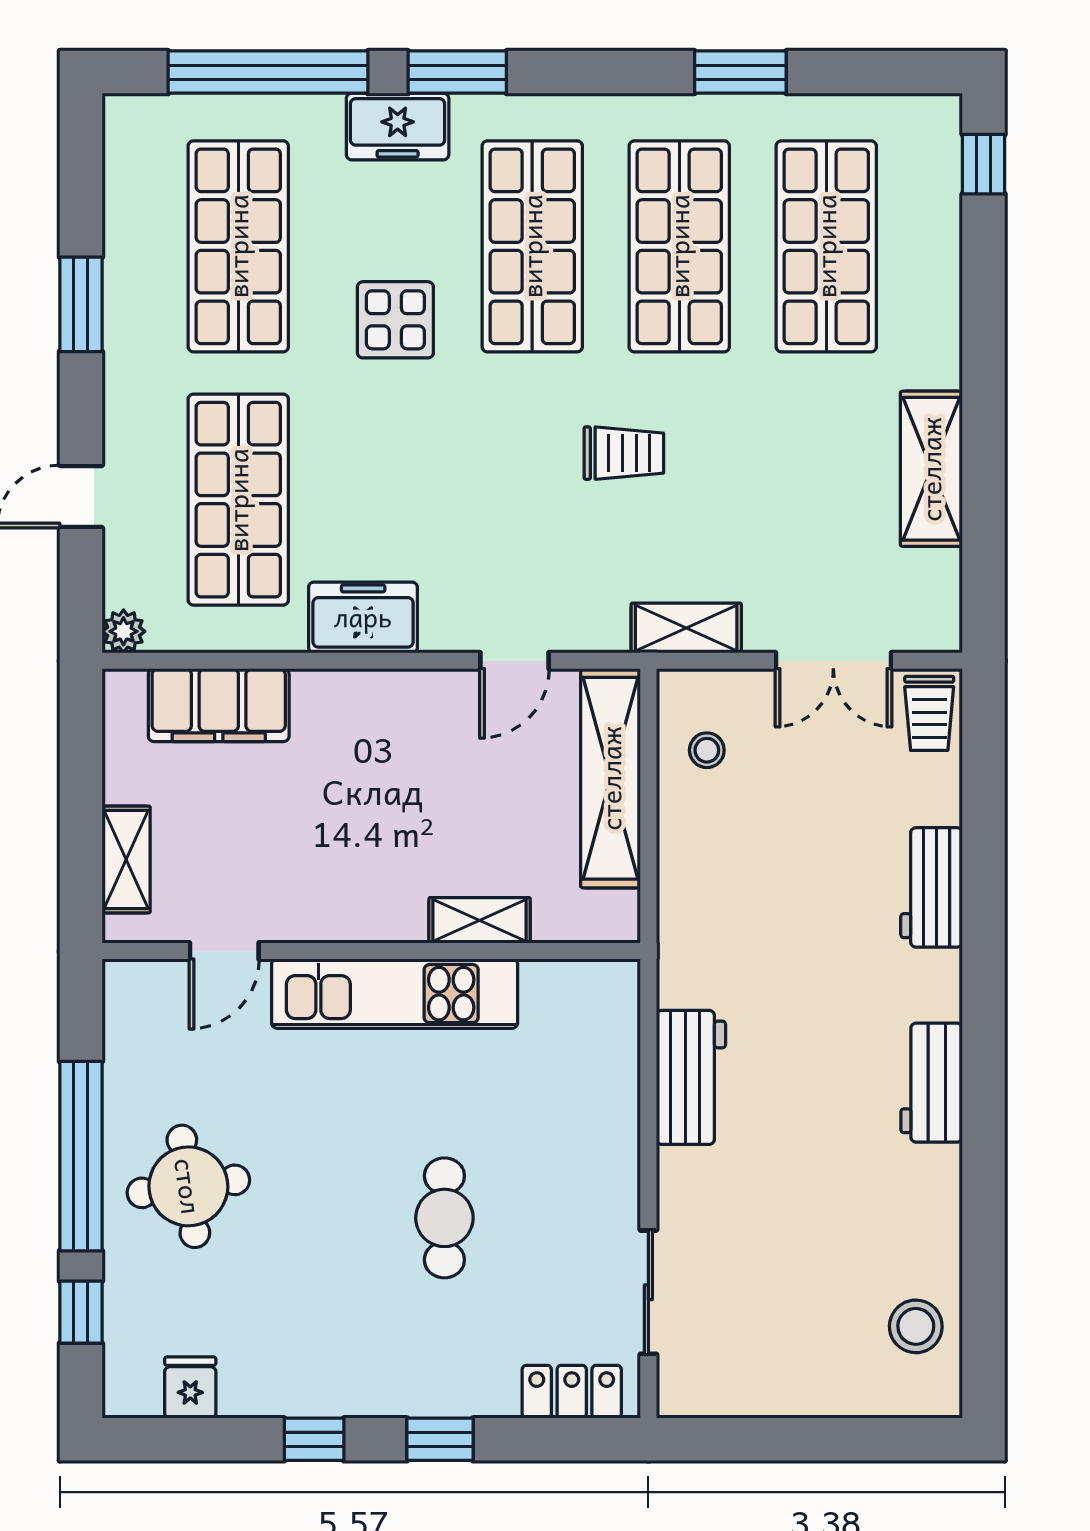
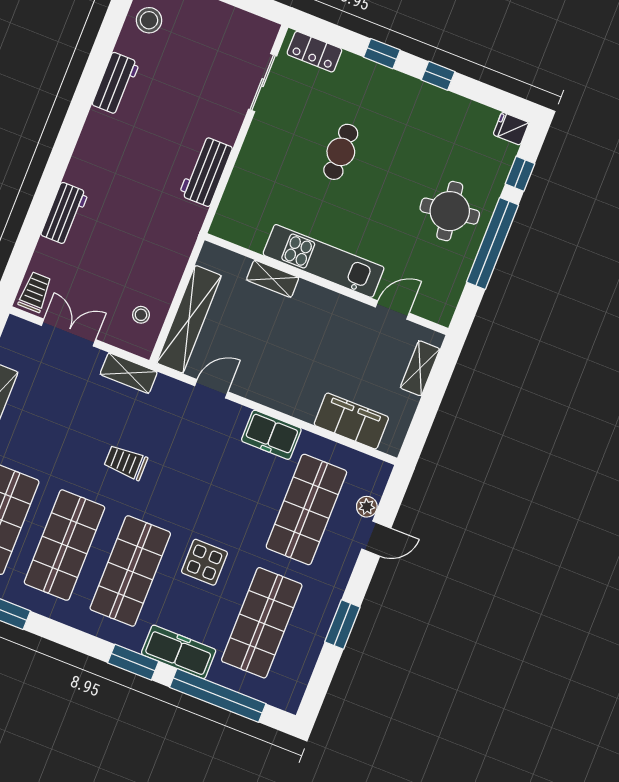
freezer: (398, 127) -> (179, 652), width x1.40
plant: (123, 631) -> (367, 507), moved
workbench: (932, 1083) -> (116, 84), moved
fridge: (190, 1388) -> (511, 129), moved, turned 90

